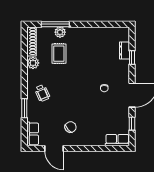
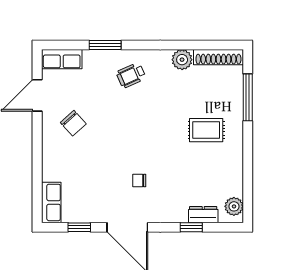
plant: (60, 32) -> (234, 206), moved
rug: (59, 54) -> (206, 130), moved

